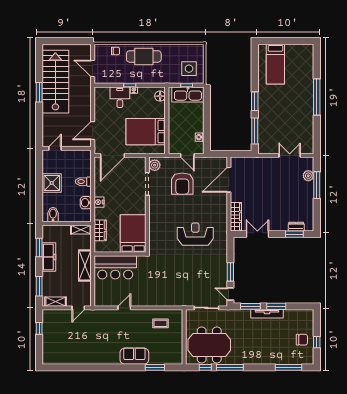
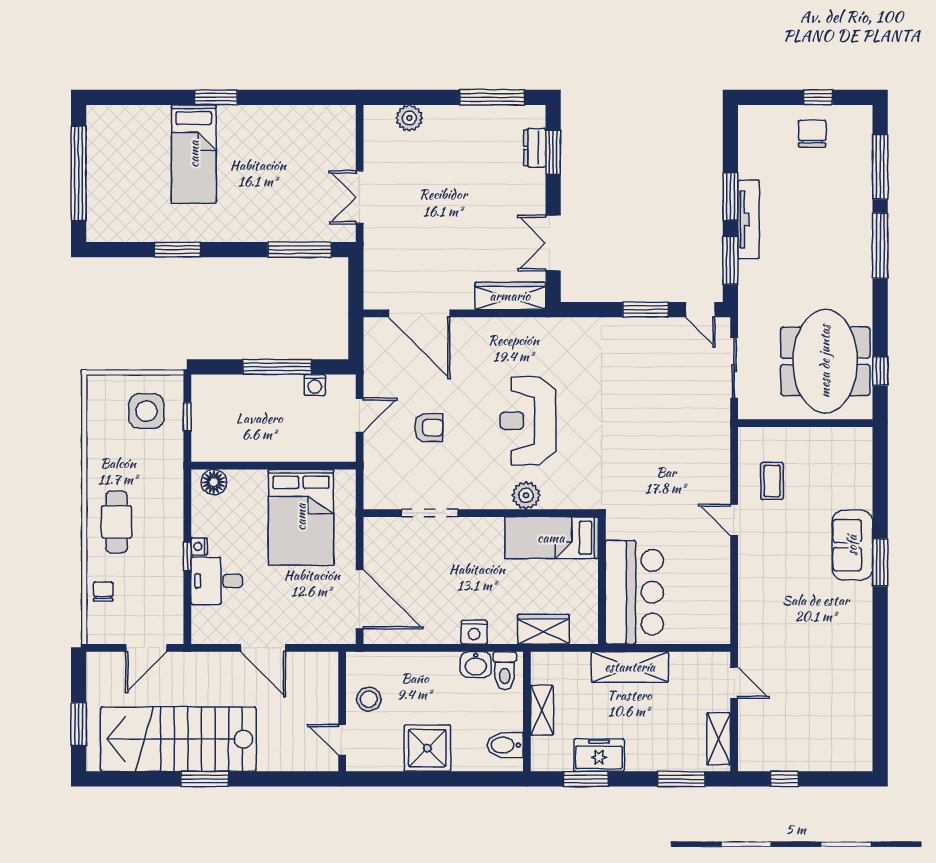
window: (62, 41) -> (79, 724), added
window: (286, 41) -> (79, 173), added
cafe table: (144, 56) -> (117, 522), width x0.73, depth x0.74
bed: (275, 64) -> (194, 154), moved, turned 90
kitchen sink: (188, 94) -> (210, 414), removed
window: (317, 97) -> (216, 97), width x0.47
window: (255, 101) -> (177, 250), moved
window: (207, 122) -> (277, 367), added
door: (93, 131) -> (263, 648), moved
double door: (290, 155) -> (360, 197), moved
stool: (72, 159) -> (369, 699), added
plant: (155, 165) -> (526, 495), moved
toilet: (83, 182) -> (505, 671), moved
armchair: (182, 184) -> (429, 428), width x0.53, depth x0.53
window: (317, 185) -> (492, 97), moved
shelving: (81, 230) -> (542, 710), moved
bed: (133, 234) -> (551, 538), width x0.67
reception desk: (195, 234) -> (528, 421), moved
freezer: (49, 257) -> (599, 755), width x0.71
door: (230, 294) -> (700, 310), hinge flipped
door: (124, 308) -> (734, 520), moved
window: (155, 367) -> (880, 562), moved
window: (230, 367) -> (880, 246), moved

